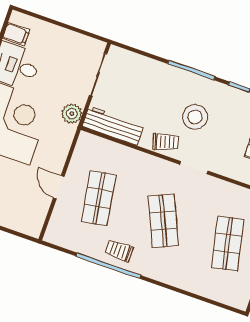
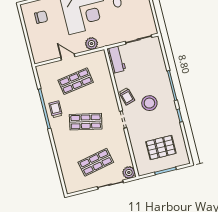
plant: (72, 114) -> (92, 44), moved
workbench: (113, 126) -> (116, 59), width x0.73
door: (59, 187) -> (68, 57), hinge flipped
shop shelf: (163, 221) -> (86, 122), turned 36

